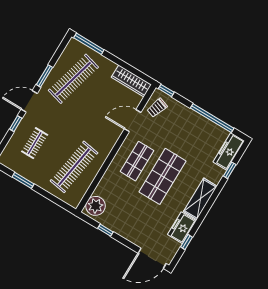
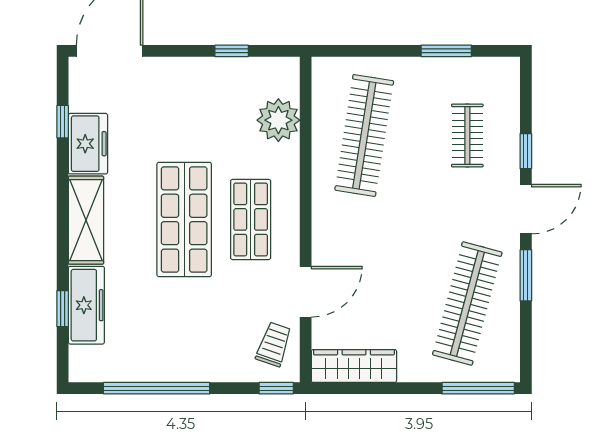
freezer: (229, 151) -> (86, 305), moved
plant: (95, 206) -> (278, 120), moved

